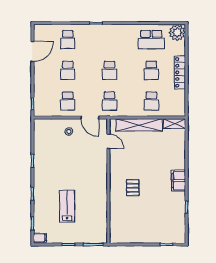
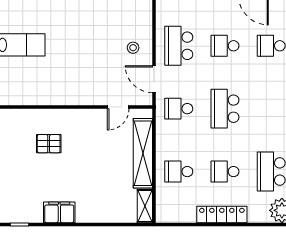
school desk: (109, 70) -> (225, 109), width x1.85
school desk: (68, 101) -> (179, 46), width x1.85
door: (90, 118) -> (154, 79), hinge flipped

